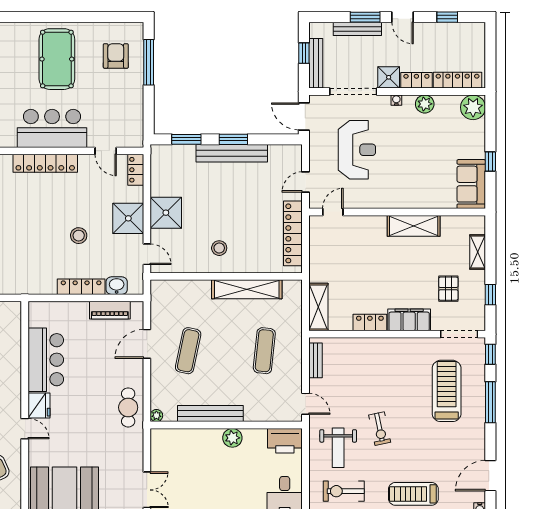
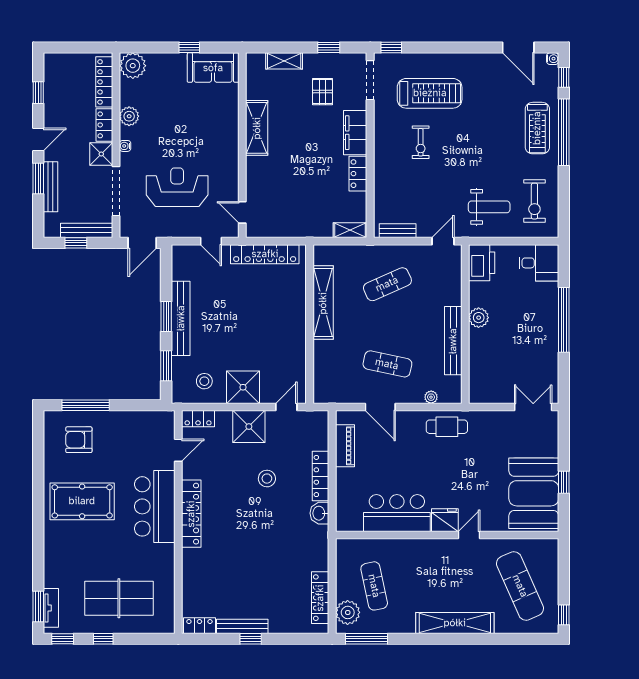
stool: (219, 248) -> (204, 381), moved
washbasin: (117, 286) -> (319, 513), moved
pallet: (448, 289) -> (322, 92), turned 90
shelving: (318, 307) -> (350, 230), width x0.67, depth x0.75
exercise mat: (264, 351) -> (387, 284), turned -30
treadmill: (447, 391) -> (430, 93), turned 180
window: (490, 402) -> (441, 47), removed
plant: (156, 416) -> (431, 397), moved
exercise bike: (380, 429) -> (421, 142), moved, turned 102

